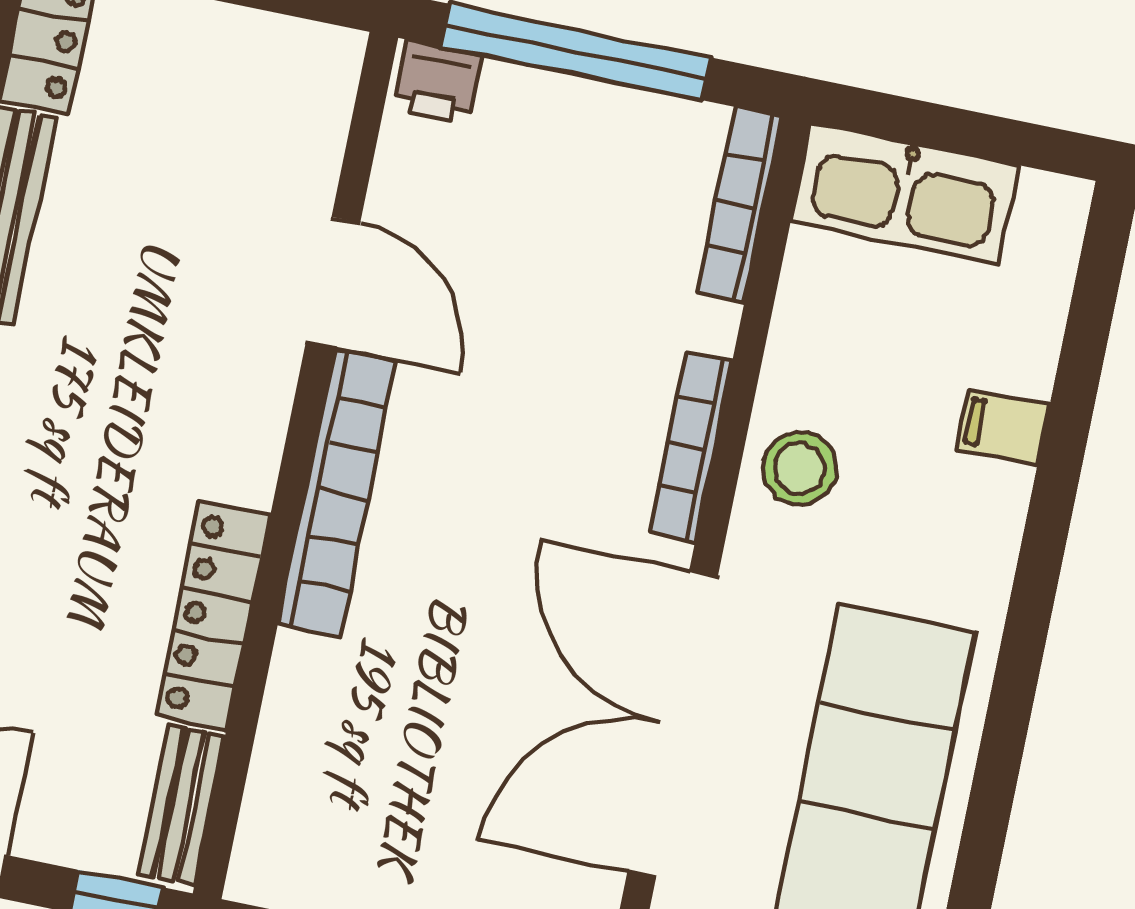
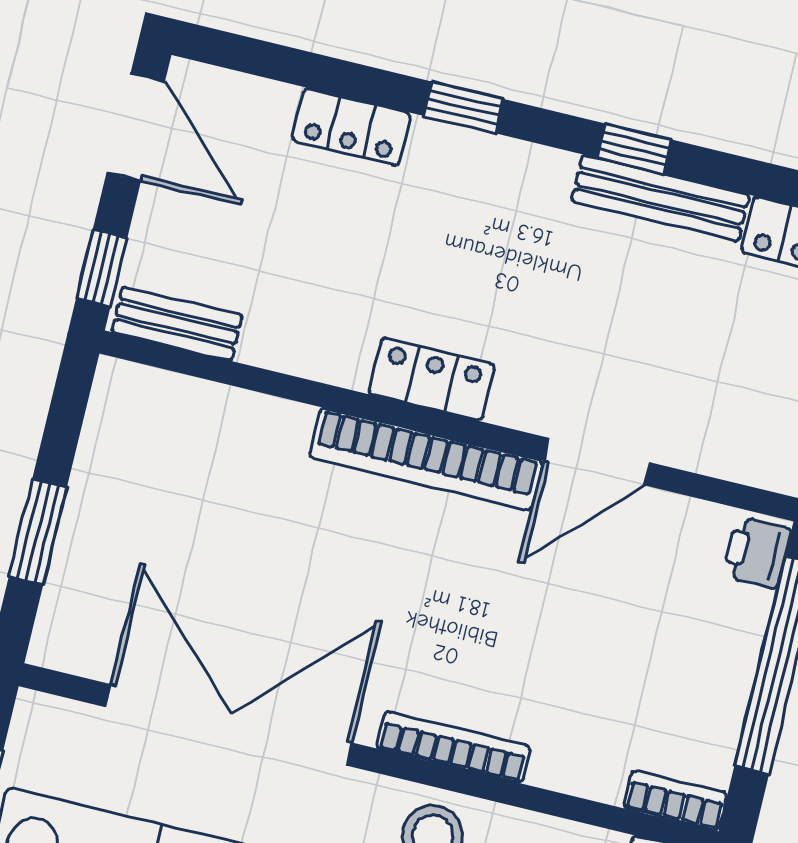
bookcase: (740, 205) -> (675, 801), width x0.64
locker: (213, 616) -> (432, 379), moved, width x0.66

